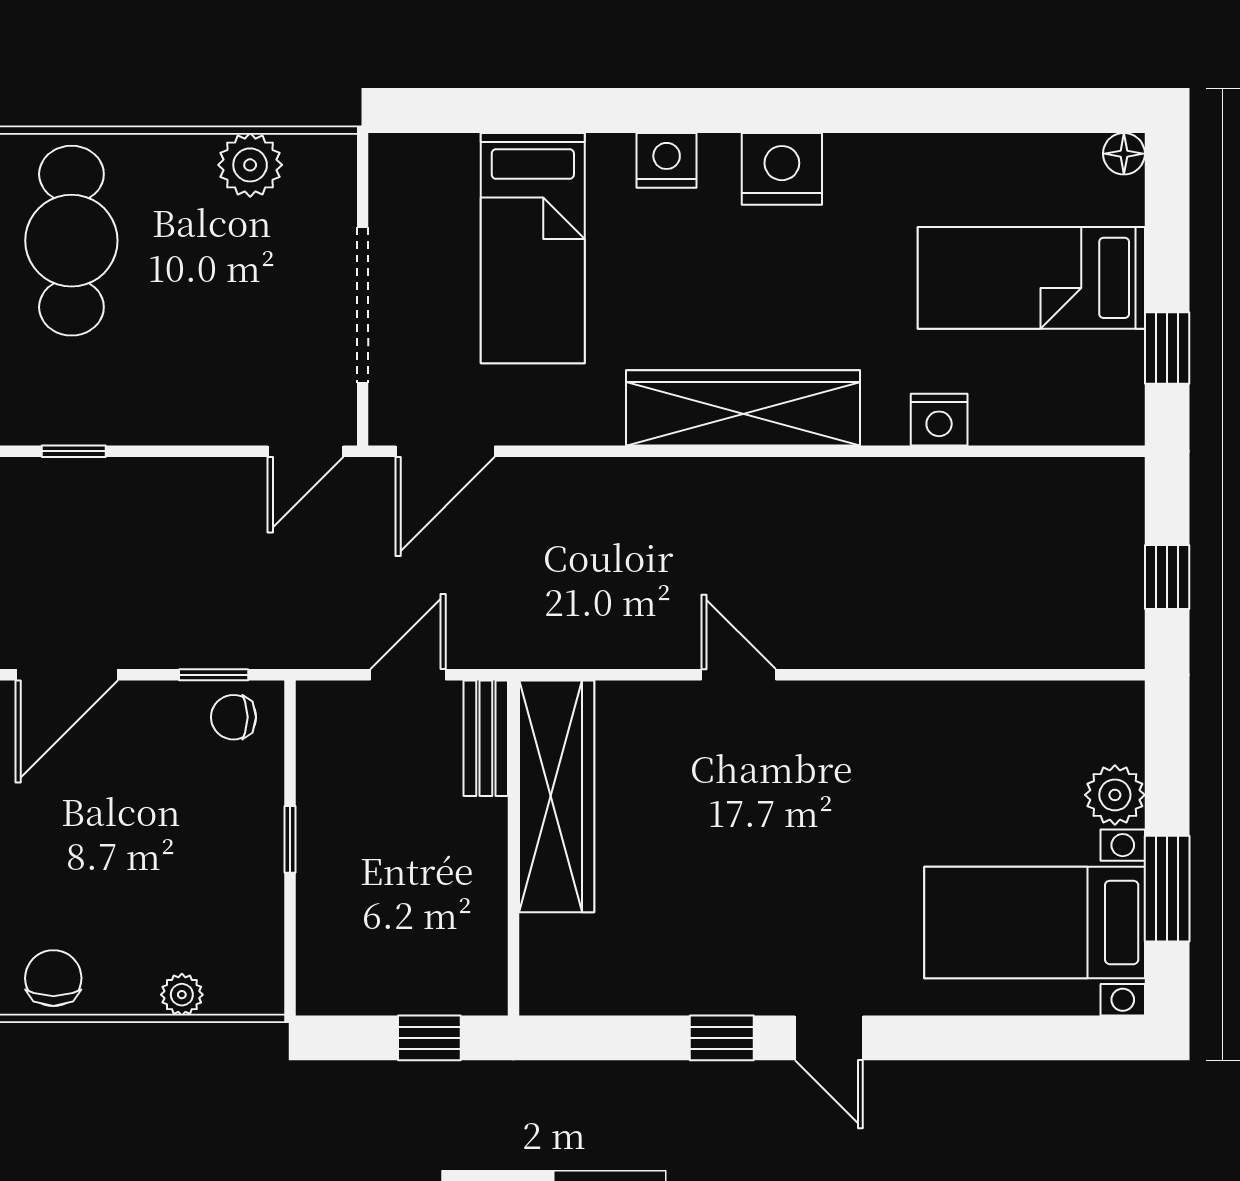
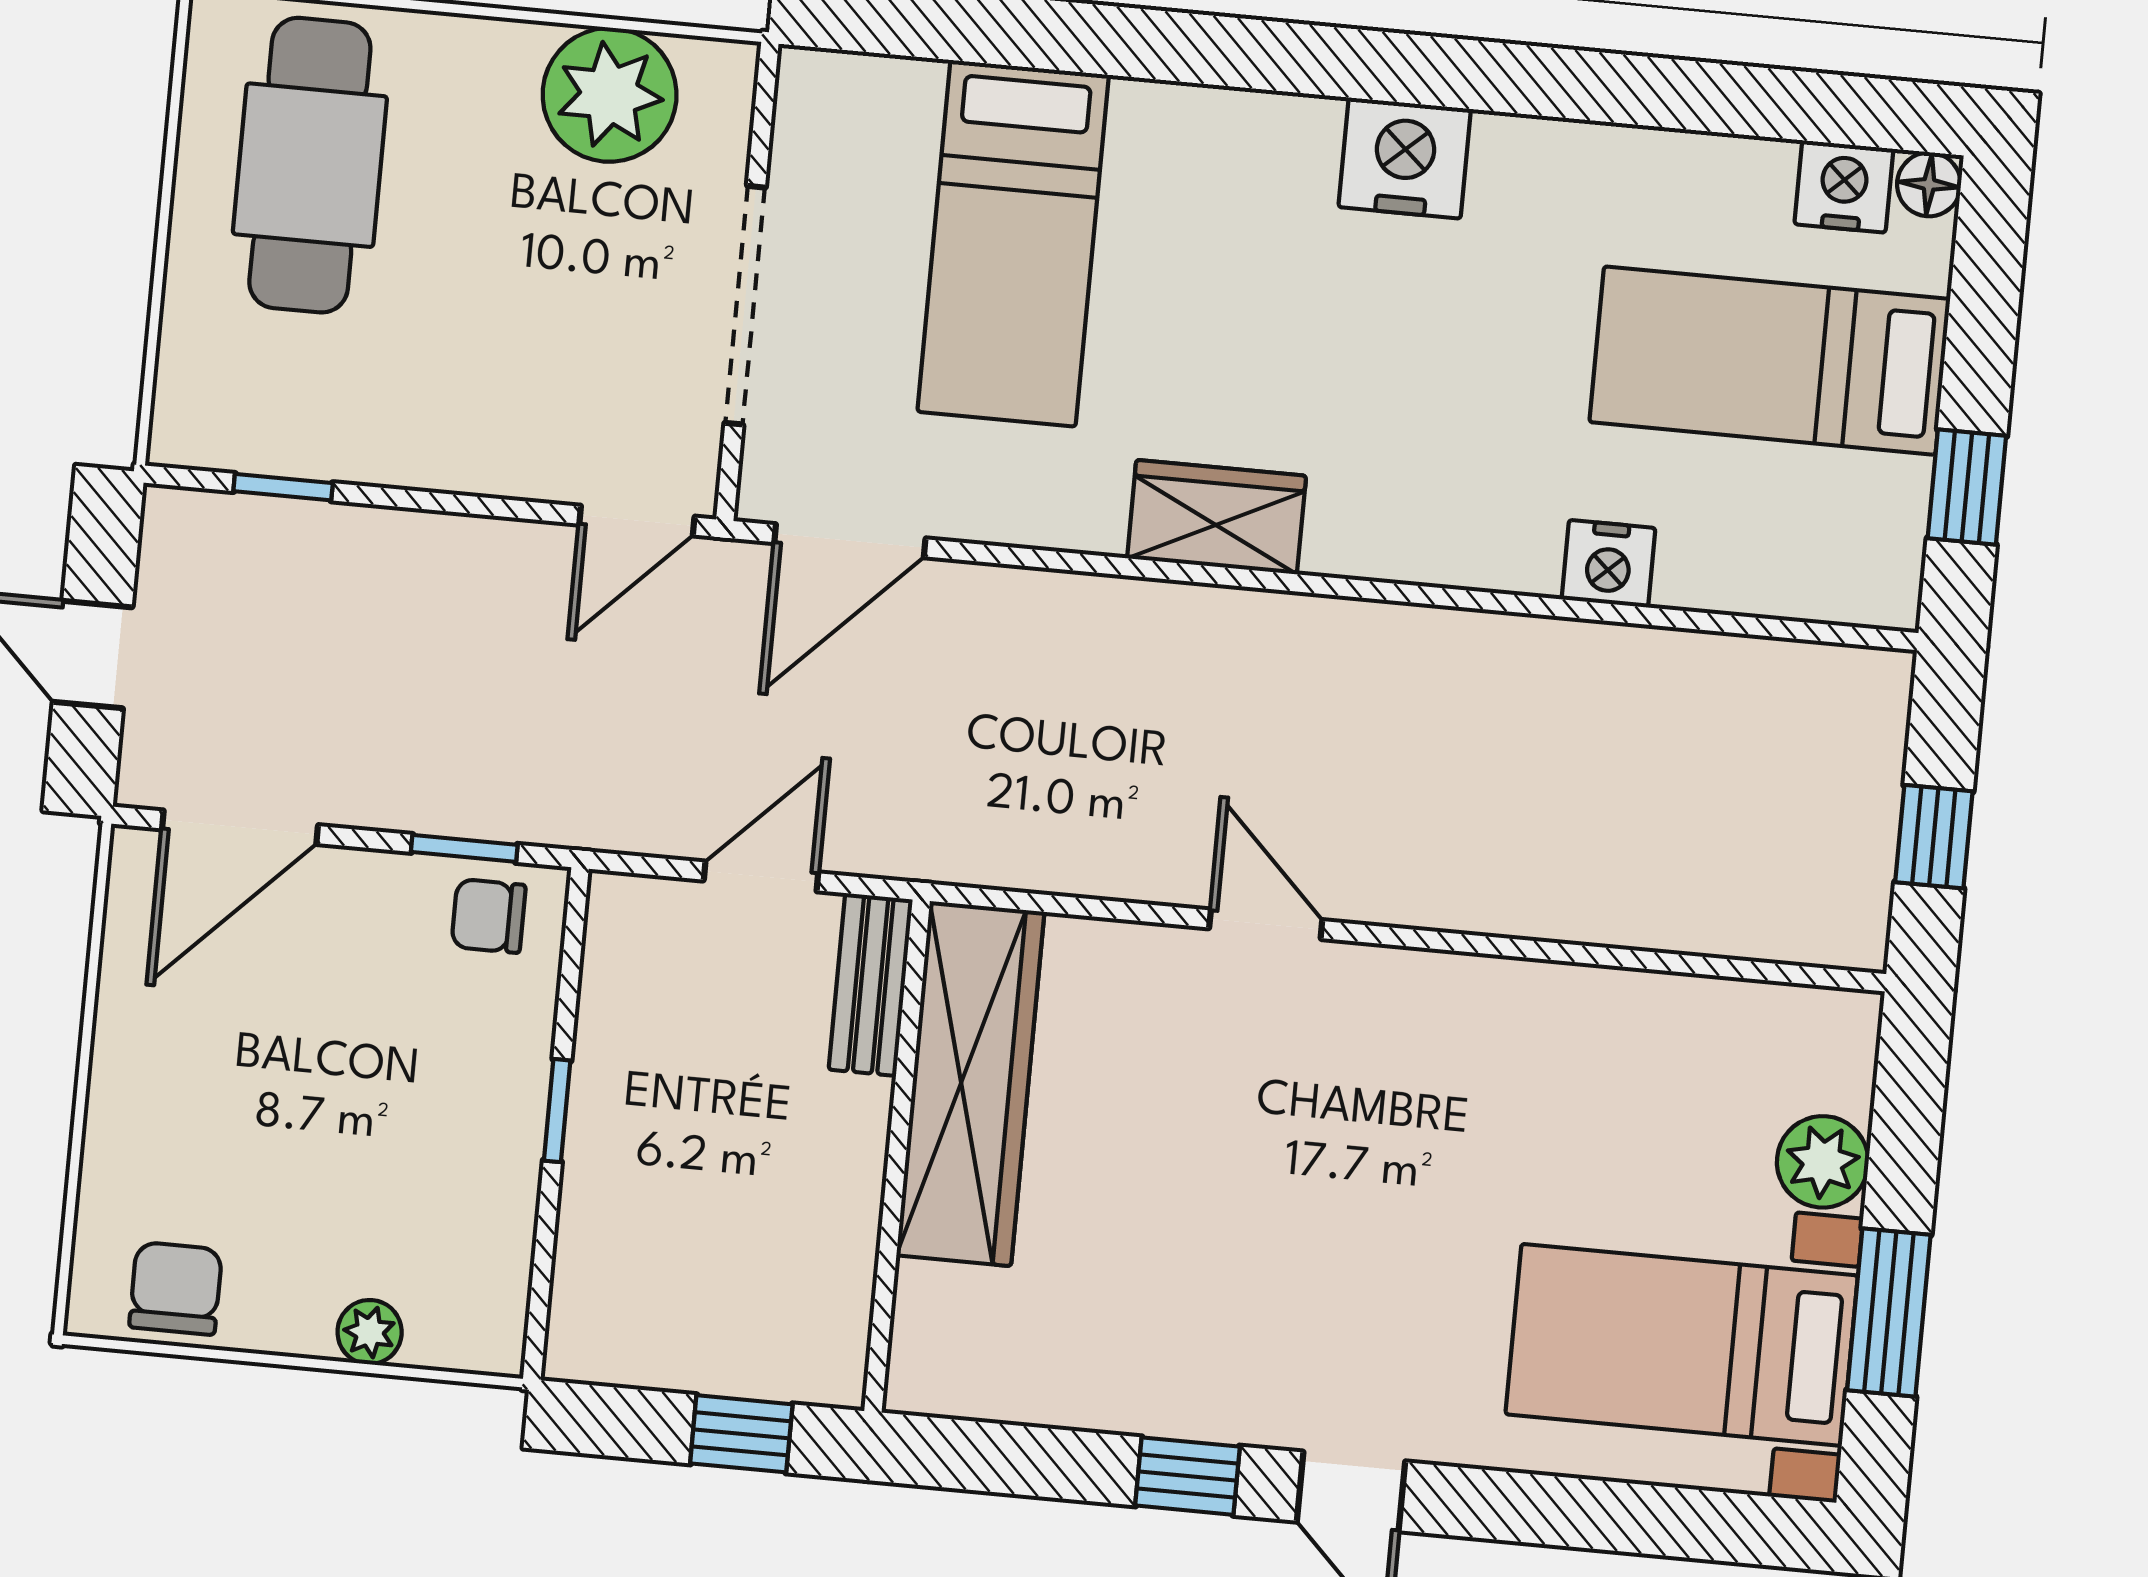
nightstand: (667, 160) -> (1844, 187), moved
plant: (250, 165) -> (610, 95), width x1.36, depth x1.36
wardrobe: (743, 408) -> (1217, 517), width x0.48, depth x0.85

